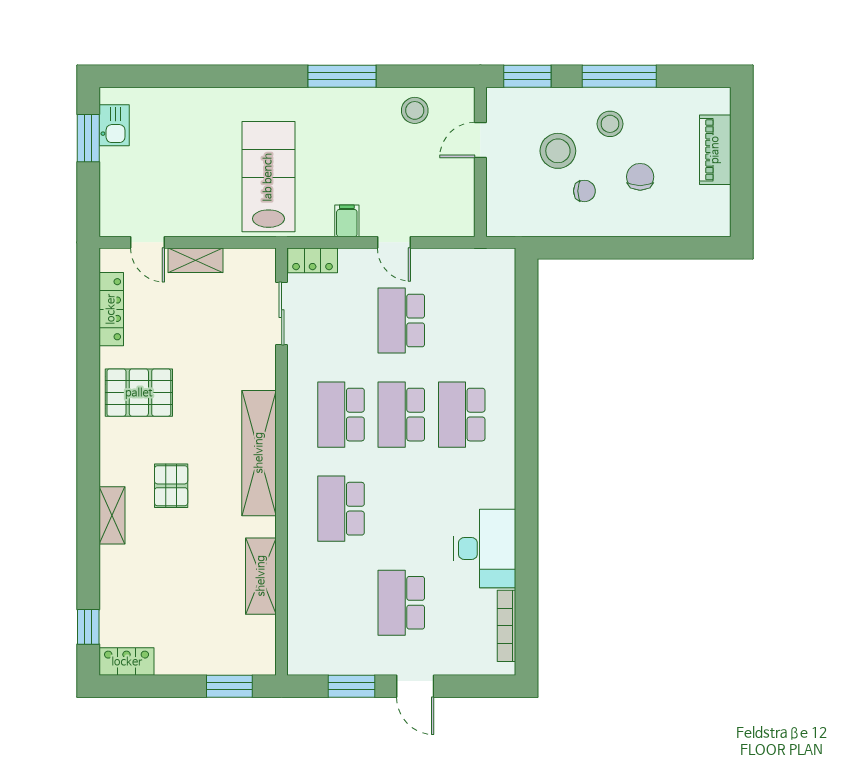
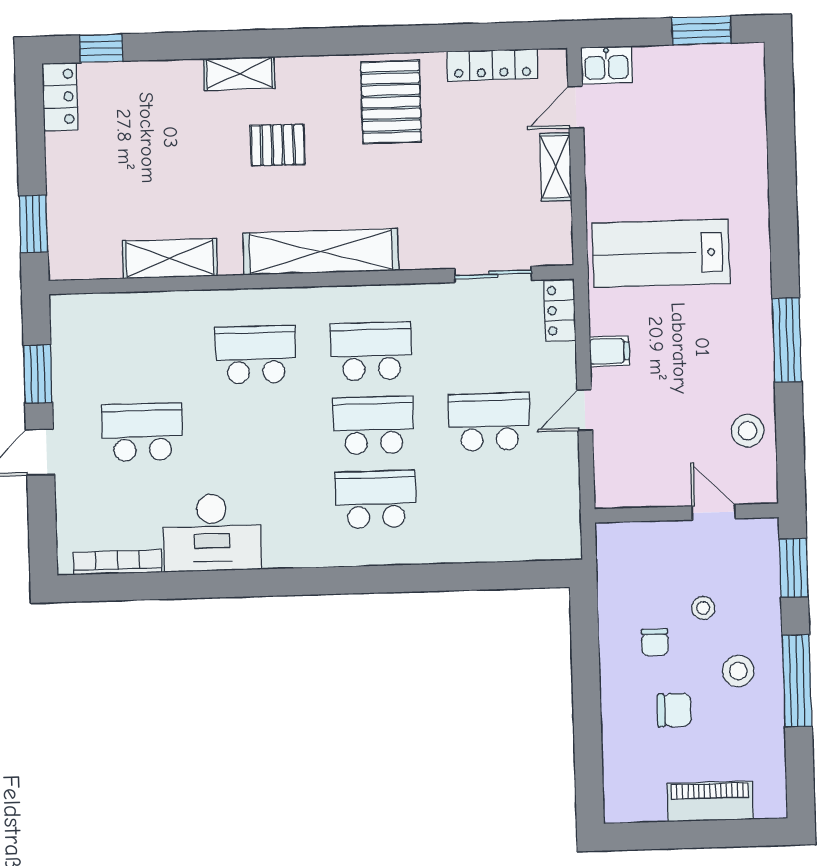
kitchen sink: (114, 125) -> (607, 65), moved
stool: (558, 151) -> (703, 608), width x0.53, depth x0.53
lab bench: (268, 177) -> (661, 253), turned 180

